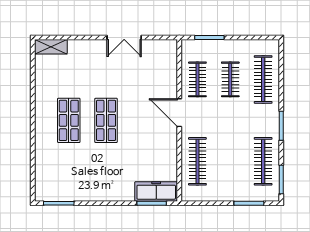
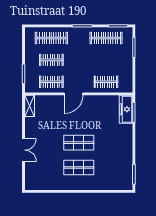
double door: (124, 38) -> (23, 150), moved
shelving: (51, 47) -> (30, 106), moved
clothes rail: (197, 161) -> (106, 82), width x0.73

